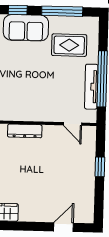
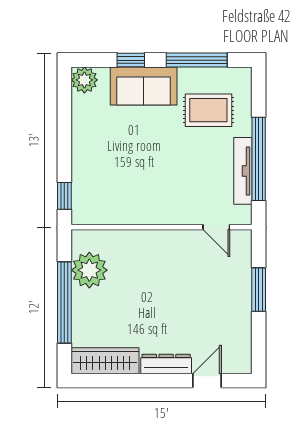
dresser: (25, 131) -> (166, 364), moved, turned 180
window: (100, 167) -> (259, 290), width x1.50

